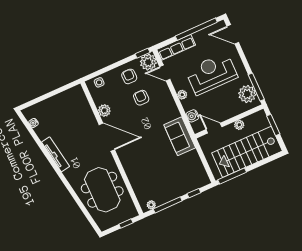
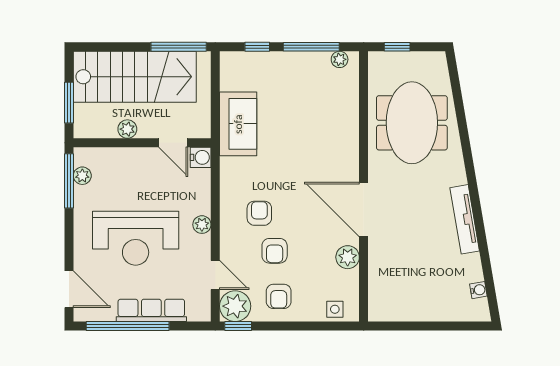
row of seats: (176, 47) -> (151, 310), moved
plant: (247, 94) -> (82, 176), width x0.53, depth x0.53
armchair: (157, 113) -> (259, 213), added
water cooler: (192, 116) -> (201, 157), moved
sofa: (180, 136) -> (238, 124), moved

